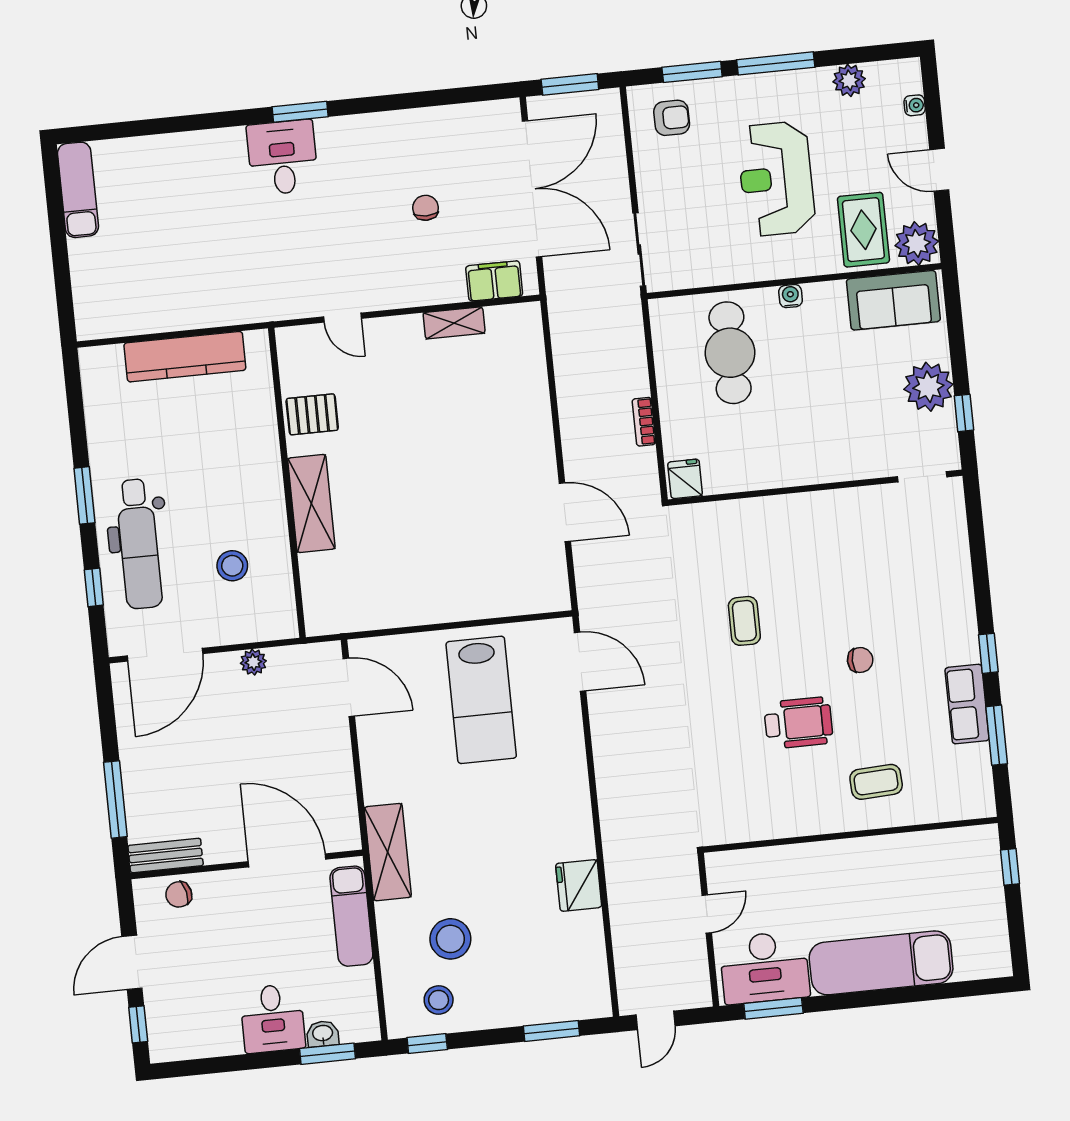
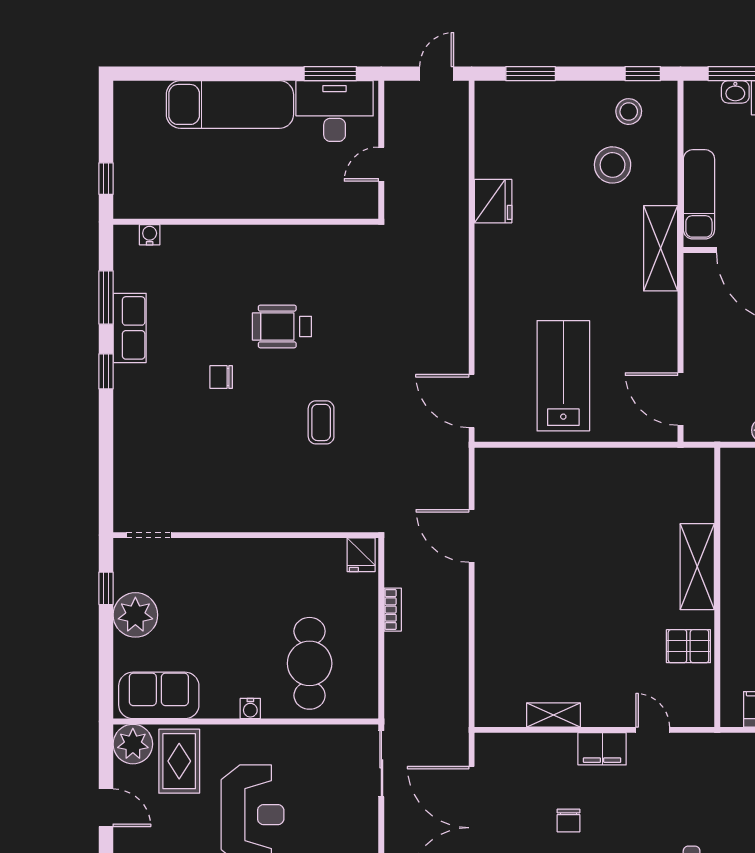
filing cabinet: (494, 281) -> (602, 749), moved
coffee table: (876, 782) -> (218, 267), removed
water cooler: (955, 809) -> (150, 235), added

